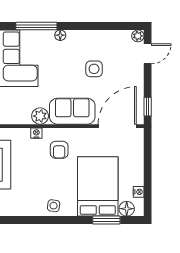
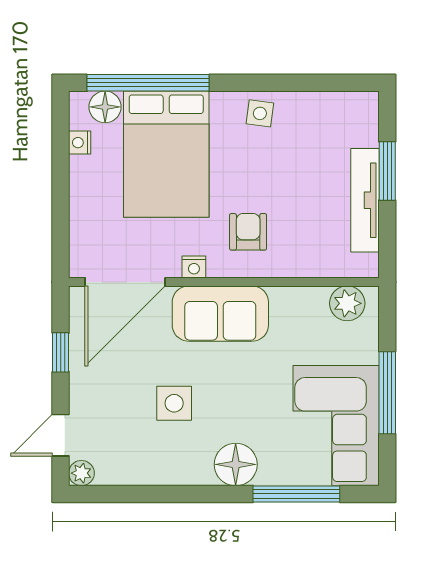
floor lamp: (60, 35) -> (236, 464), width x1.89, depth x1.89
window: (148, 107) -> (61, 352), moved
plant: (40, 116) -> (347, 303), moved
nightstand: (36, 133) -> (194, 267), moved
window: (106, 220) -> (148, 83), width x2.11

